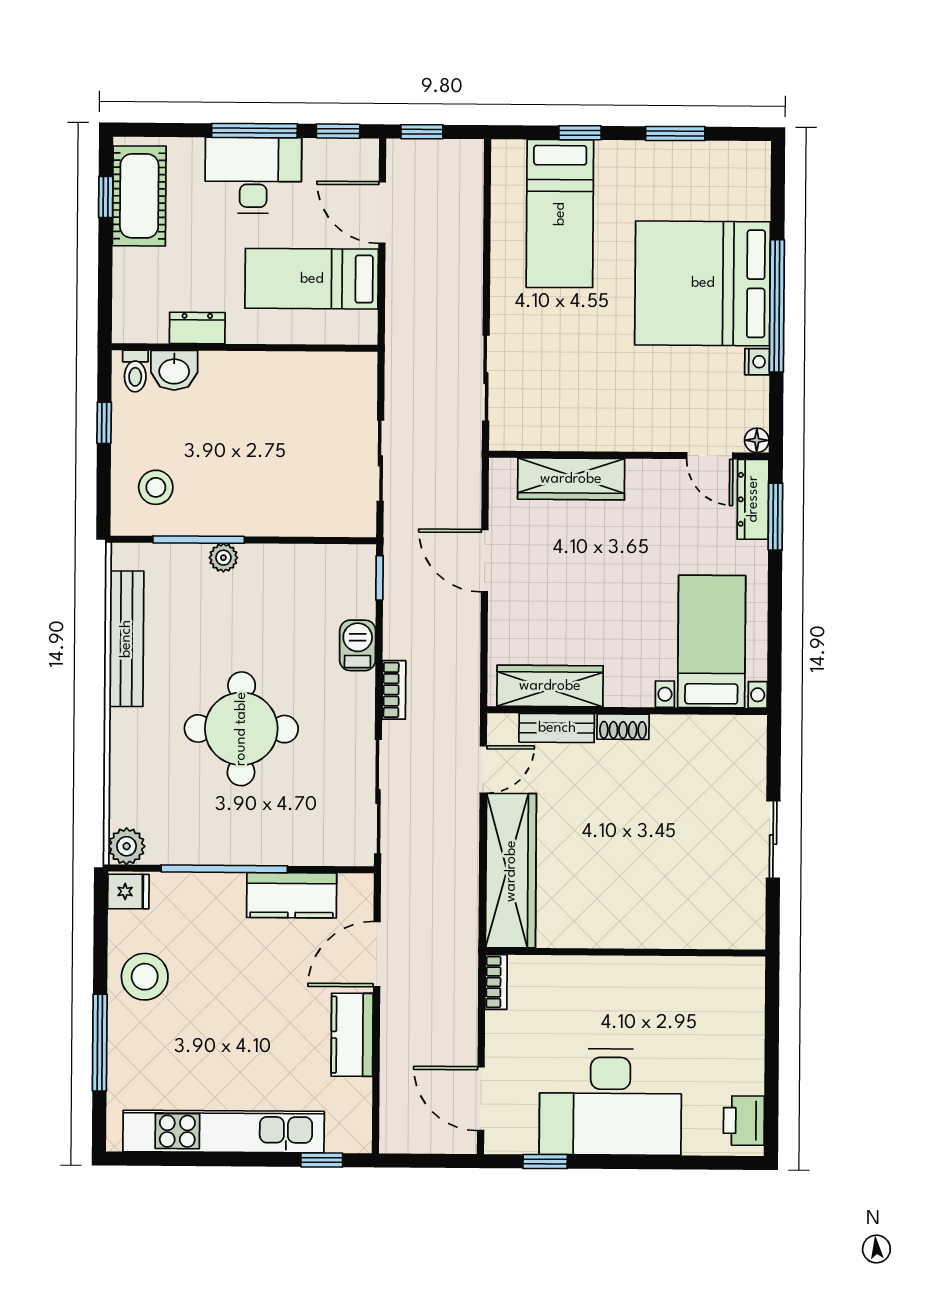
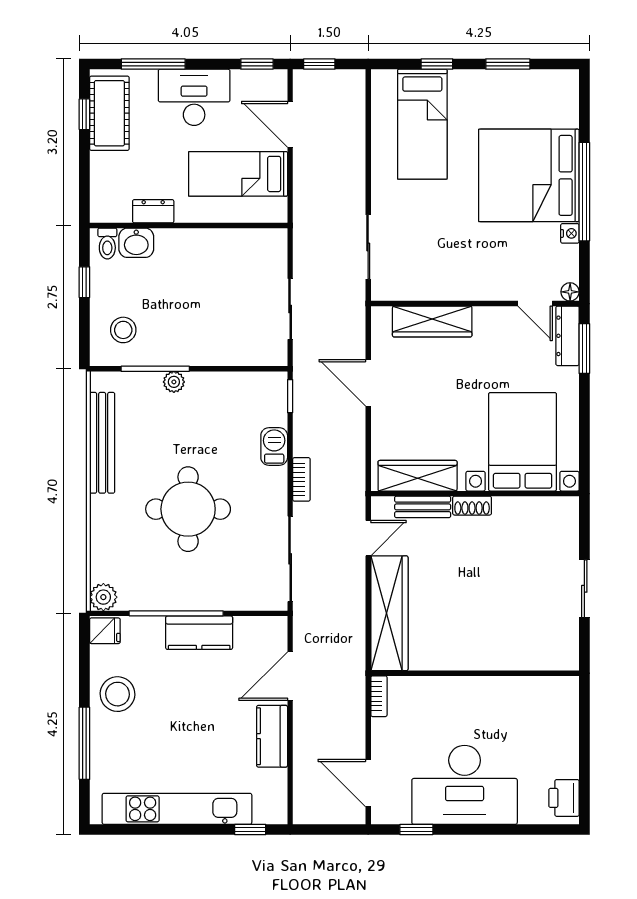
window: (254, 131) -> (153, 64), moved
bed with nightstands: (712, 642) -> (523, 442), width x1.36
kitchen counter: (292, 895) -> (199, 633), moved

